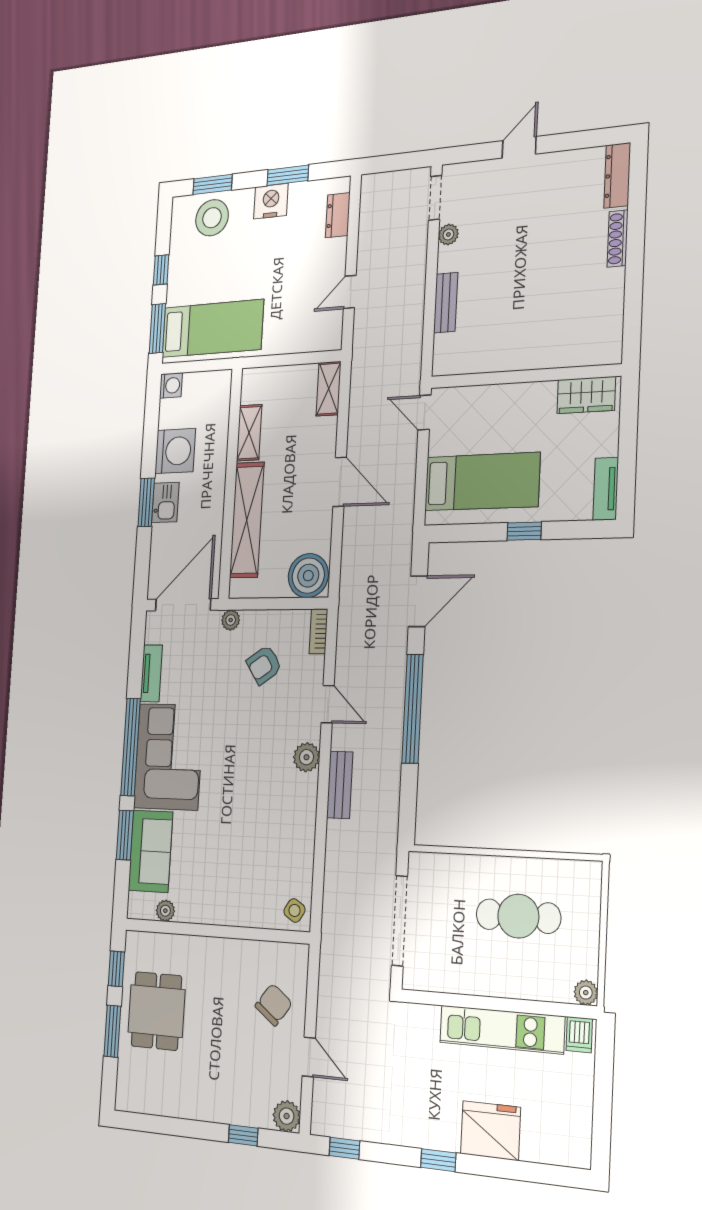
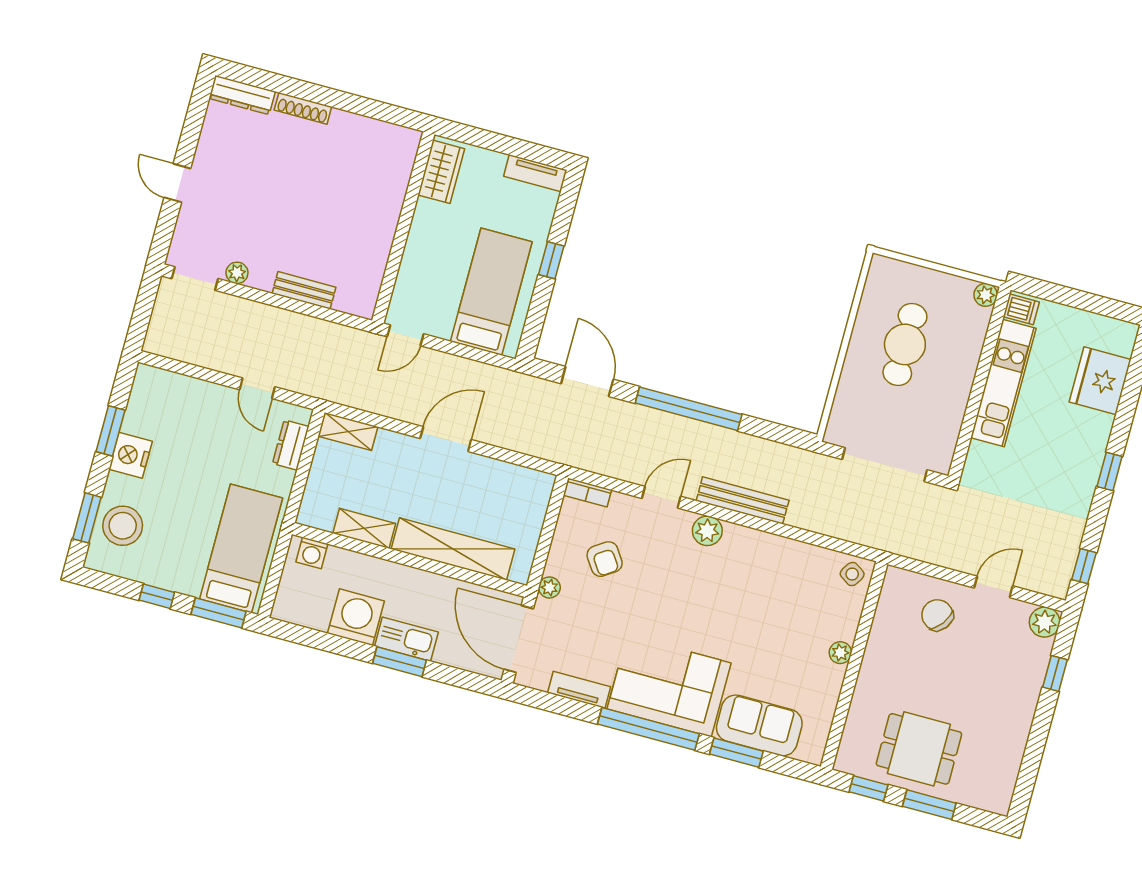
dresser: (338, 215) -> (291, 445), moved, turned 90
washing machine: (171, 385) -> (312, 553), moved, turned 180
kitchen sink: (165, 502) -> (406, 639), width x1.38
boiler: (308, 576) -> (529, 492), removed
bench: (340, 785) -> (743, 500), width x1.36
plant: (165, 911) -> (840, 653), moved
fridge: (490, 1131) -> (1100, 381), moved

